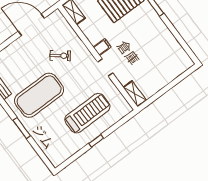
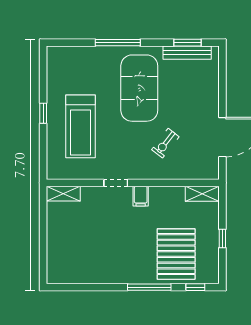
window: (22, 128) -> (118, 43), width x1.44

